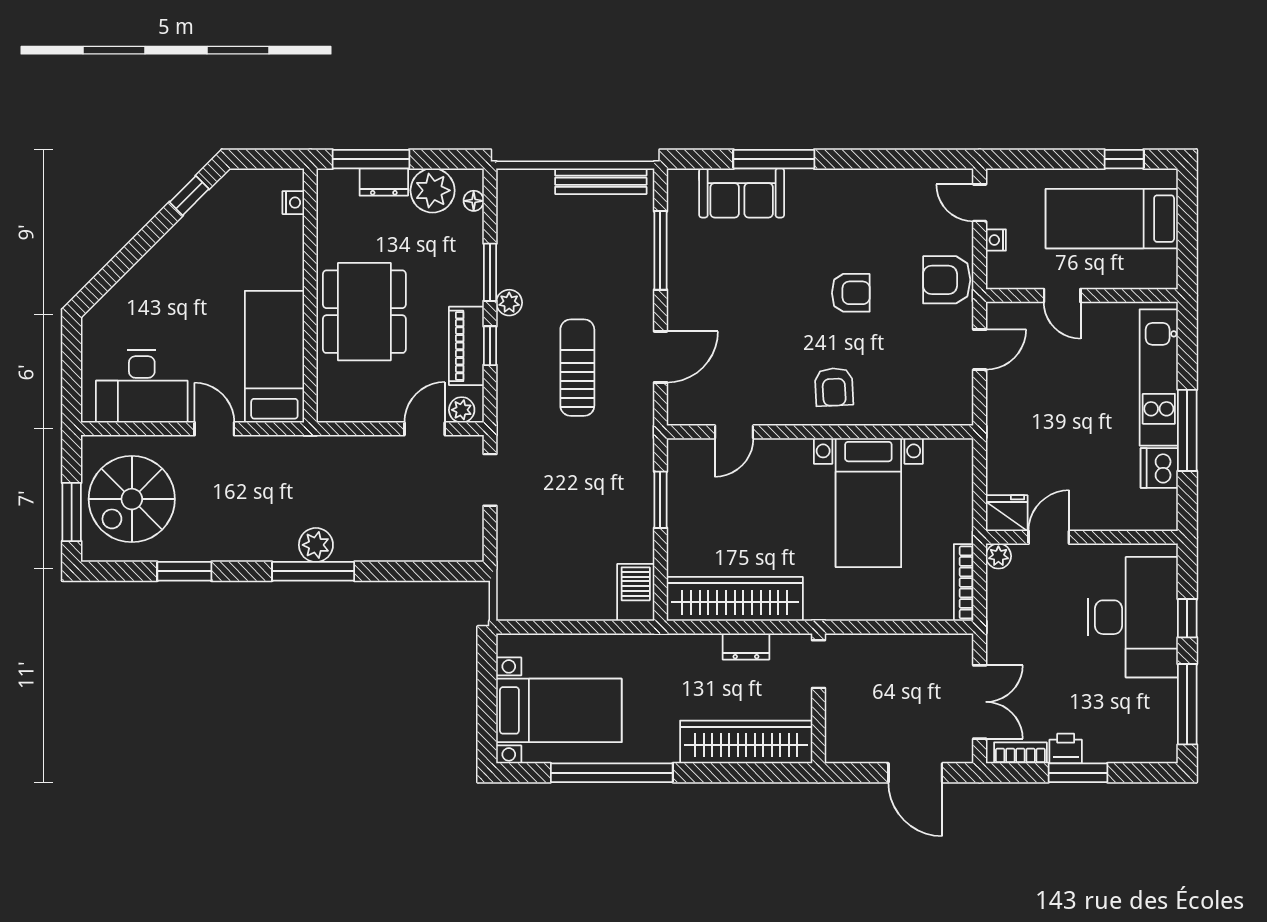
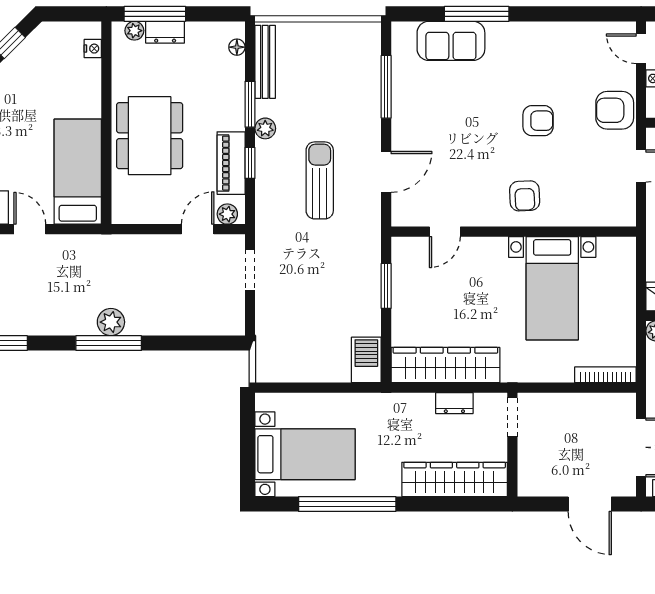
bench: (601, 181) -> (265, 62), moved, turned 90
plant: (433, 190) -> (134, 31), moved, width x0.53, depth x0.53
bookcase: (964, 582) -> (605, 375), moved, turned 90

